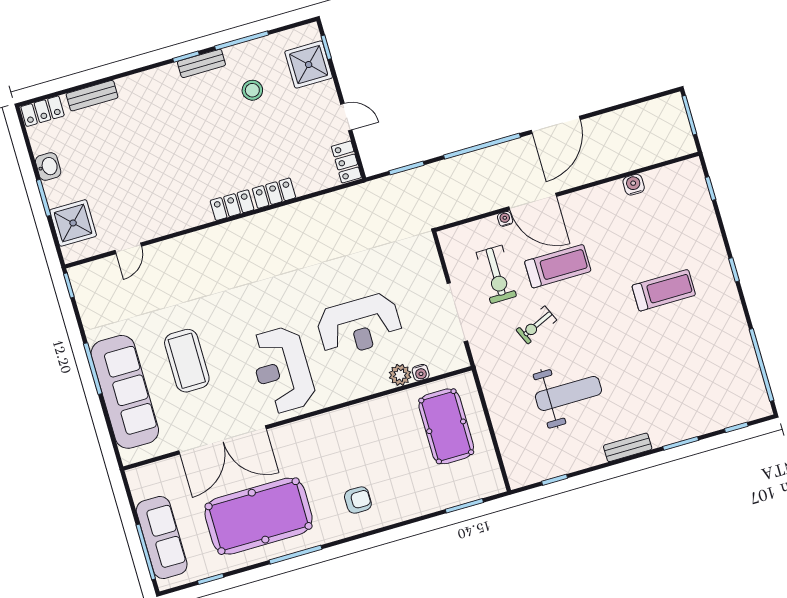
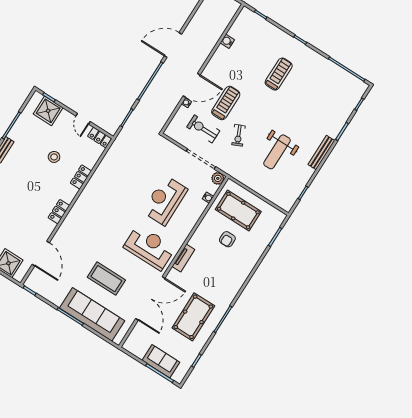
stool: (252, 90) -> (54, 157), moved
door: (346, 117) -> (83, 119), swing flipped
door: (556, 125) -> (173, 45), swing flipped
locker: (232, 205) -> (59, 212), moved
door: (128, 248) -> (41, 253), width x1.88
exercise bike: (496, 274) -> (203, 129), turned 180
reception desk: (359, 325) -> (165, 200), turned 180
reception desk: (282, 370) -> (149, 247), turned 180
plant: (400, 375) -> (218, 178), moved
weight bench: (568, 393) -> (277, 152), turned 180
tv unit: (316, 425) -> (183, 258), added
bench: (628, 447) -> (321, 153), width x1.36
armchair: (358, 500) -> (227, 239), moved, turned 180
pool table: (259, 516) -> (193, 317), width x0.73, depth x0.76
sofa: (162, 538) -> (161, 361), width x0.73

